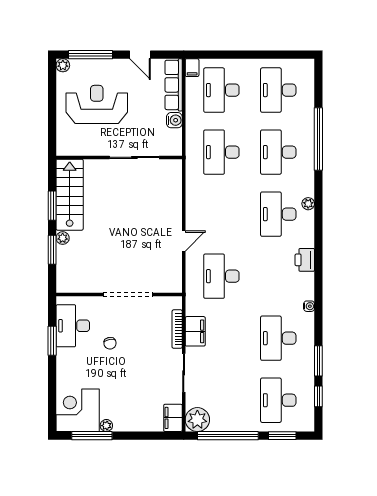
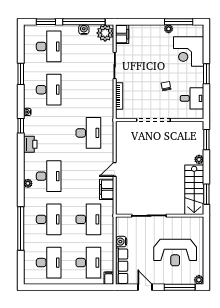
window: (52, 206) -> (206, 194), moved
door: (184, 241) -> (115, 169), moved
window: (52, 250) -> (206, 140), moved
desk: (73, 326) -> (192, 98), width x0.73
filing cabinet: (195, 331) -> (107, 189), moved
window: (52, 341) -> (206, 74), moved
window: (318, 396) -> (21, 126), moved
corner desk: (78, 410) -> (189, 52), moved, turned 90
water cooler: (228, 425) -> (84, 29), added

